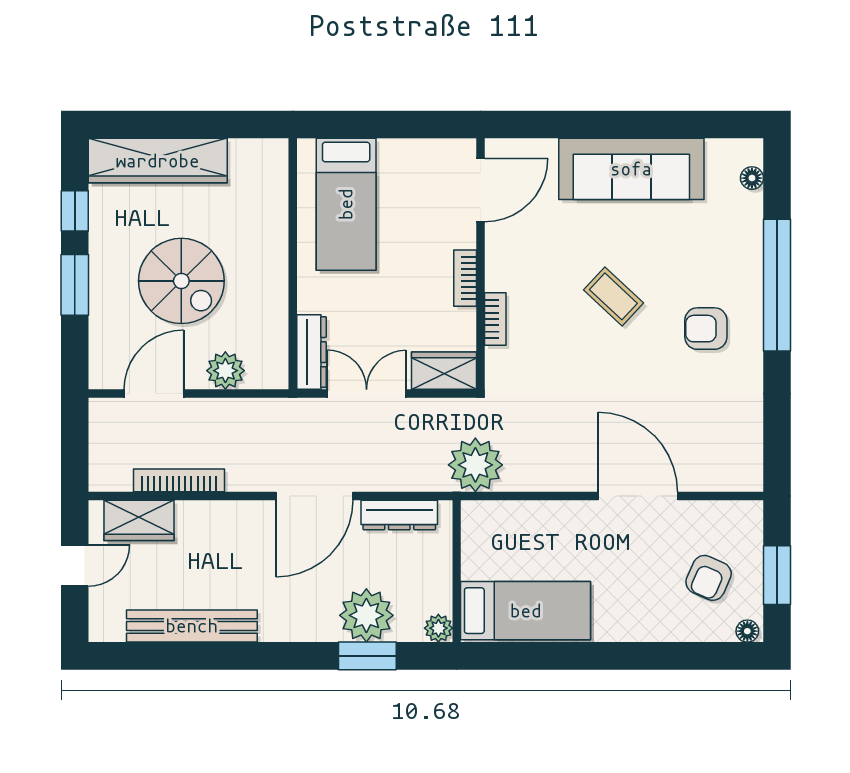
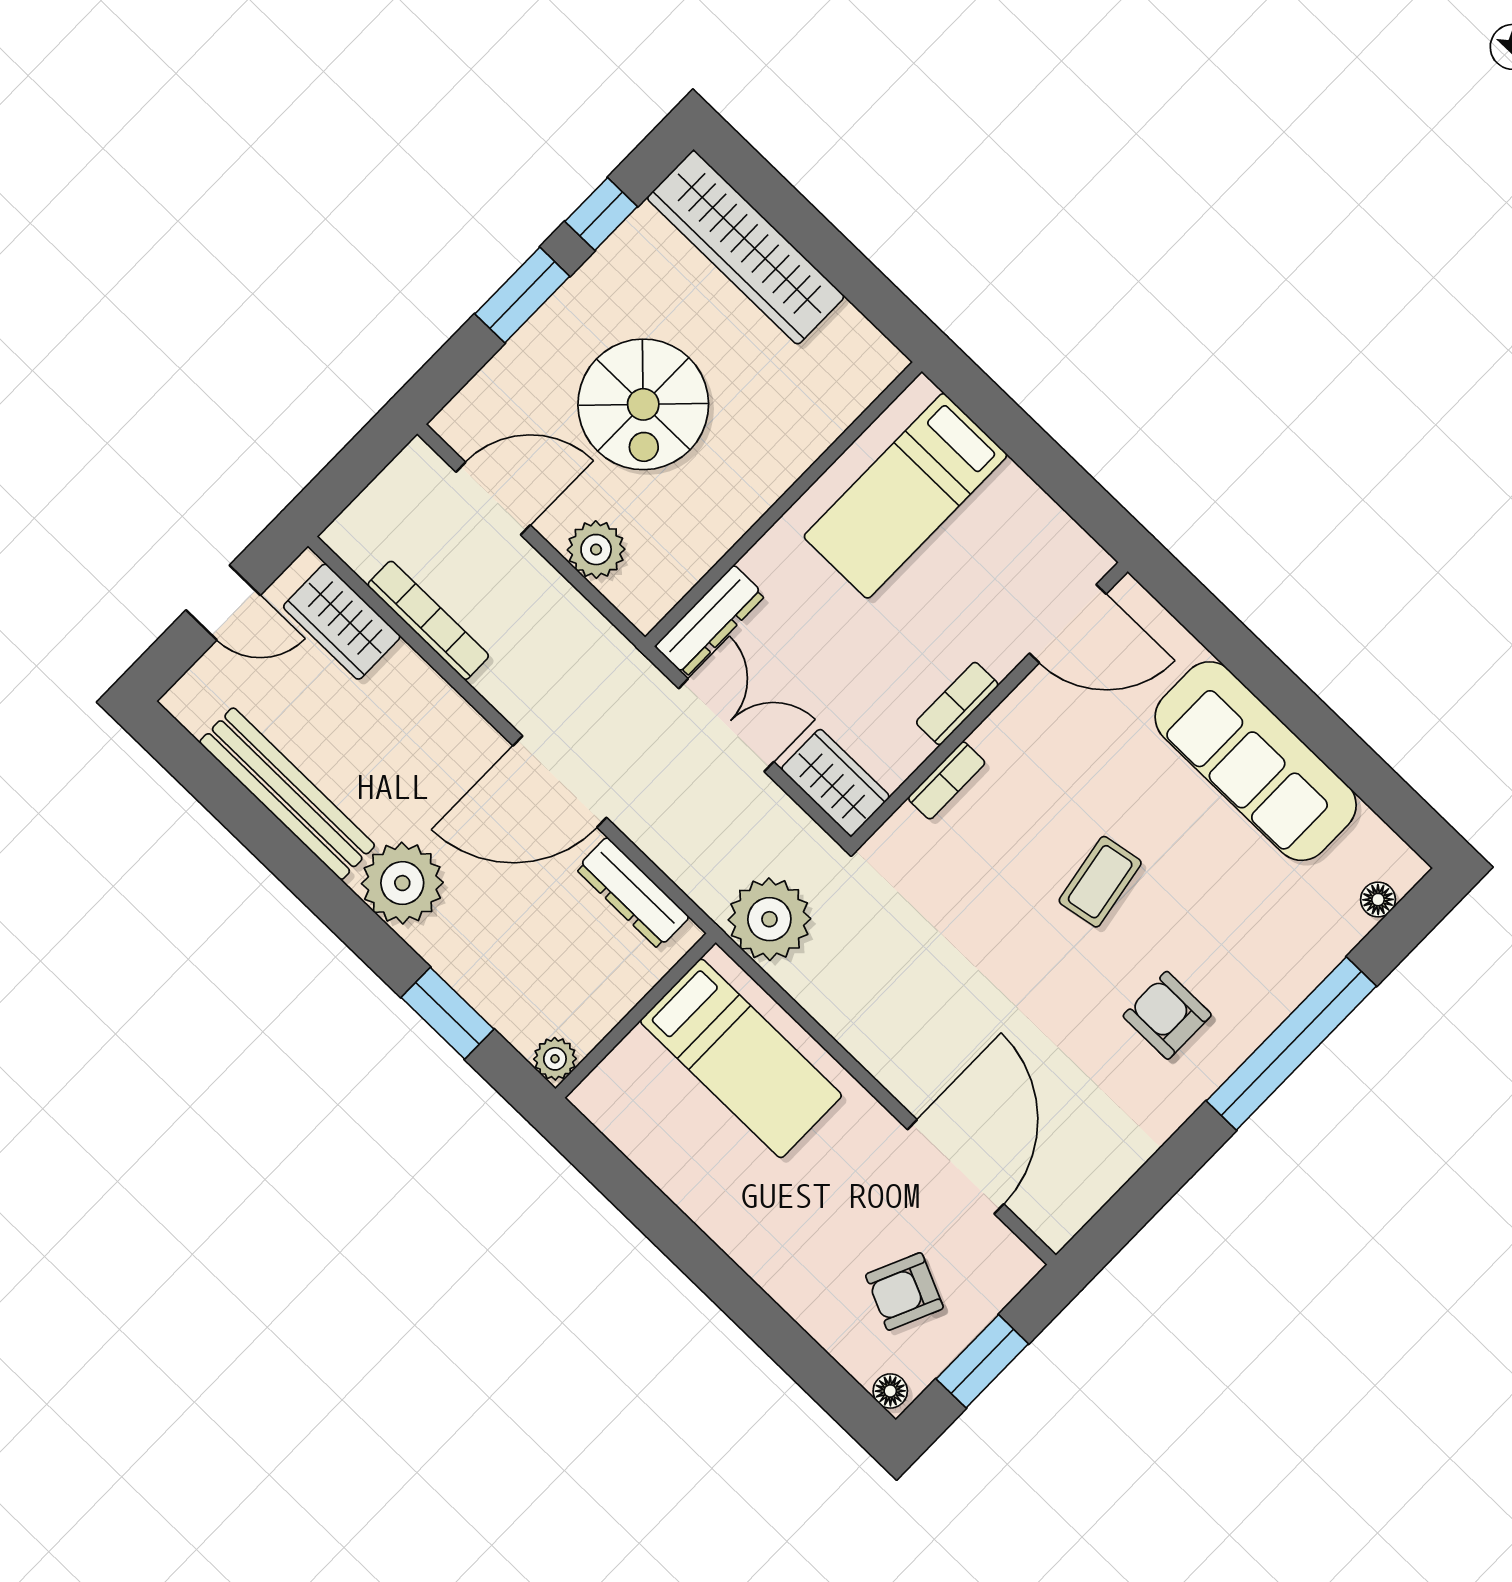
coffee table: (613, 296) -> (1100, 882), turned 37
door: (638, 496) -> (956, 1167), moved
bed: (526, 611) -> (741, 1058), moved
plant: (366, 615) -> (402, 883), moved

